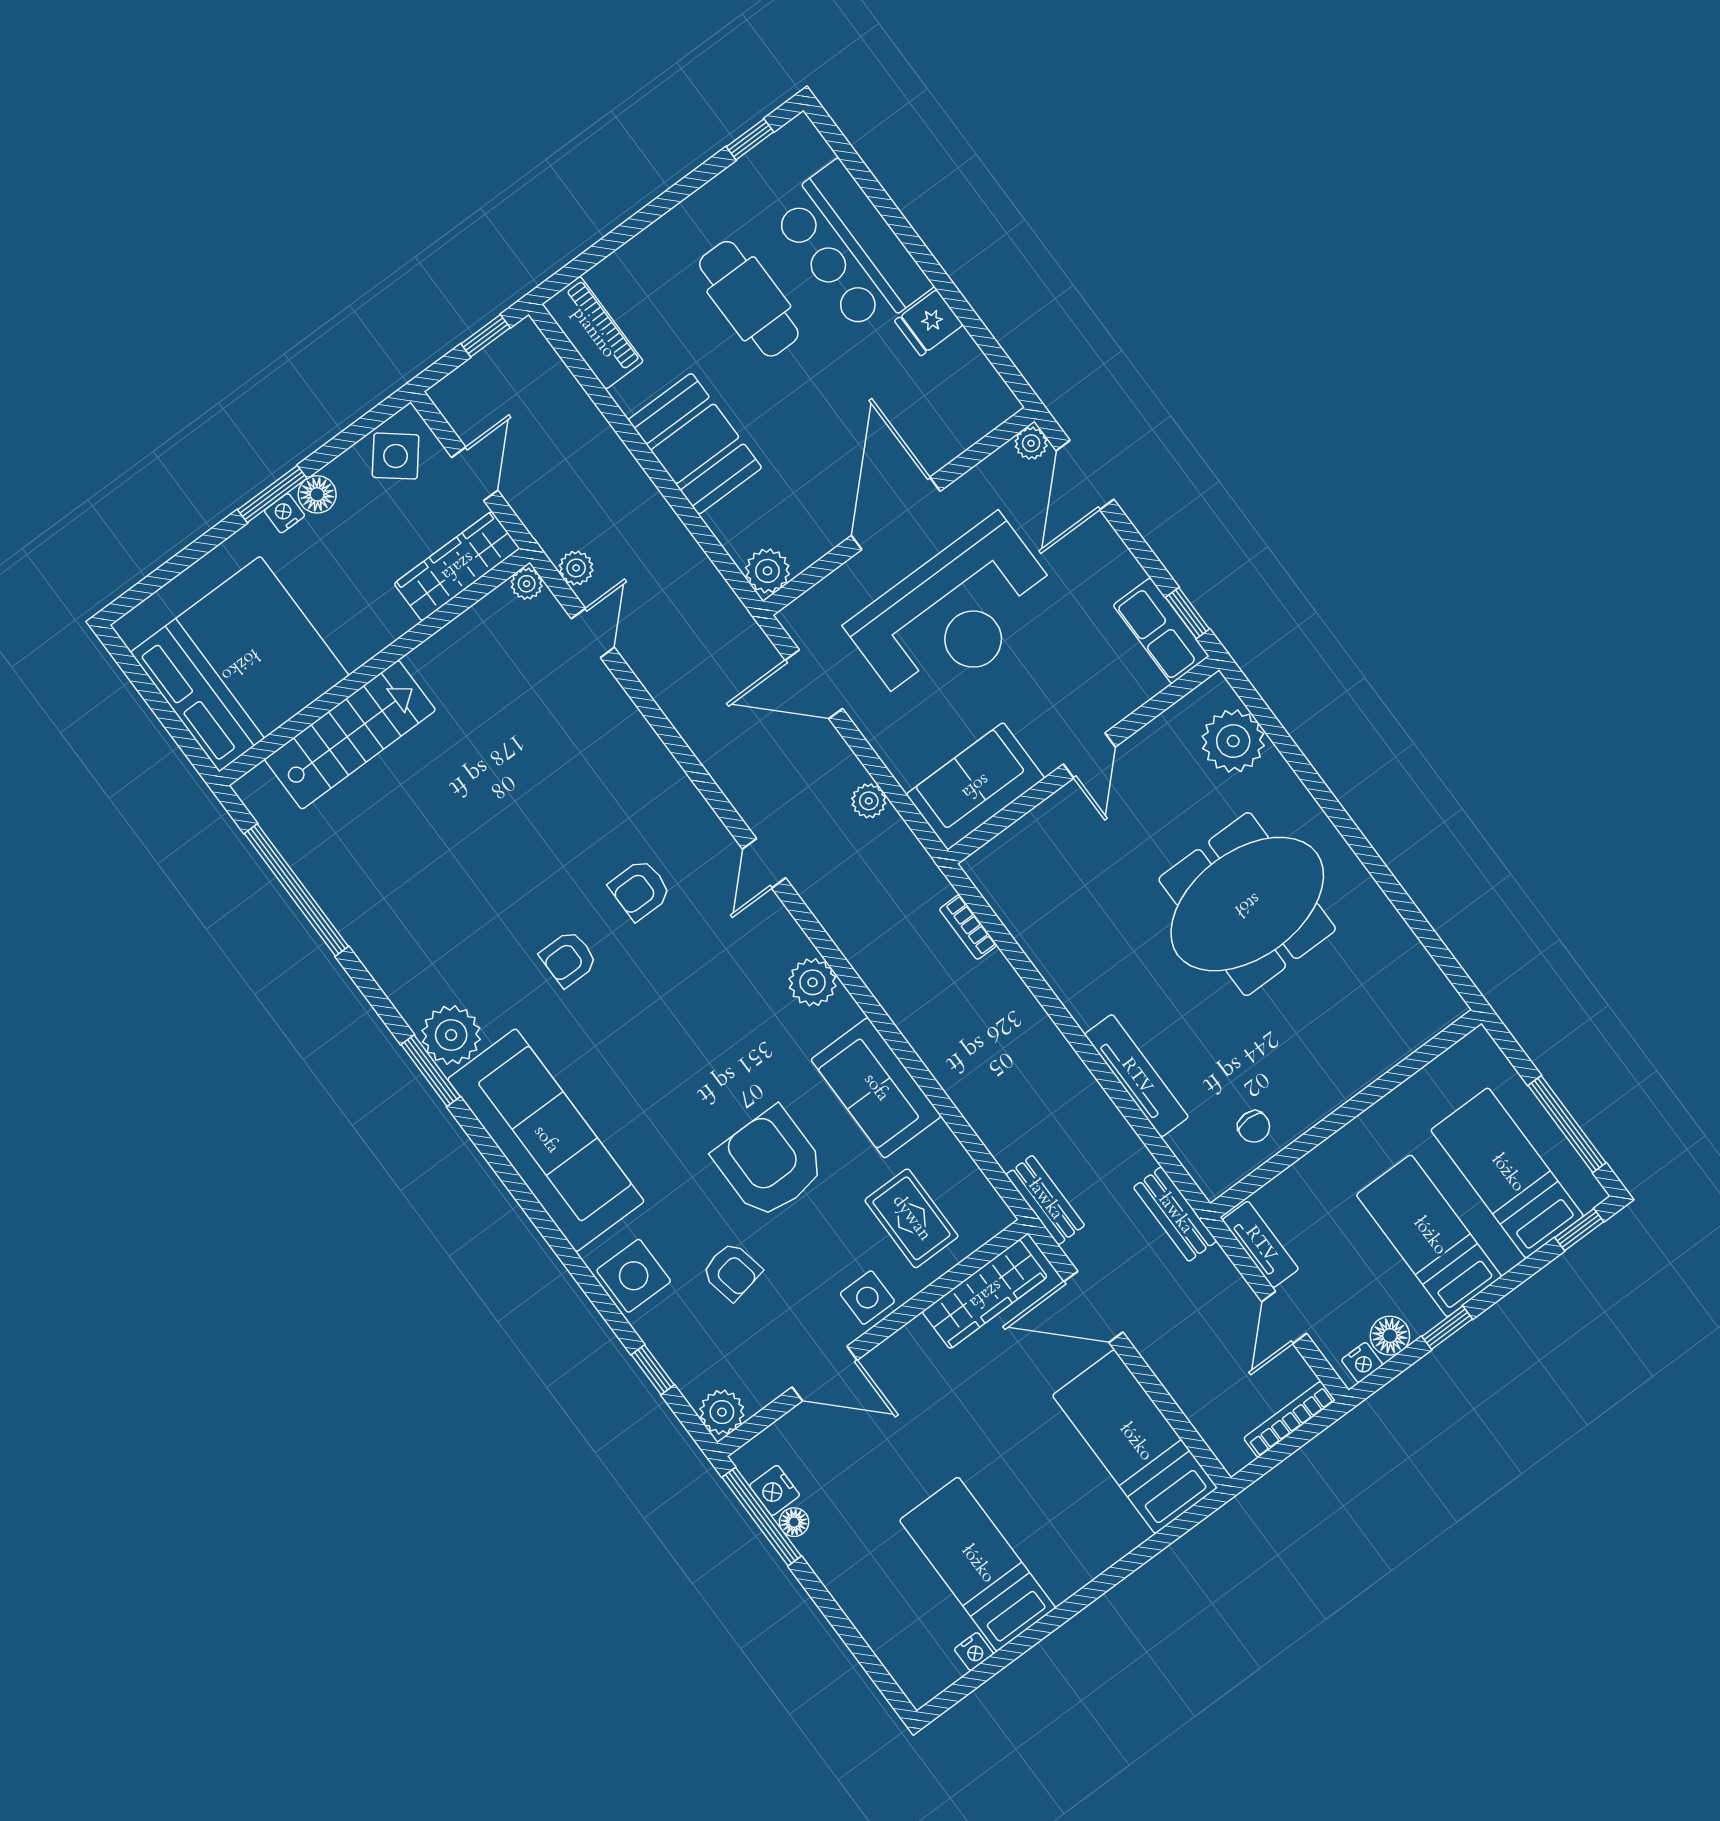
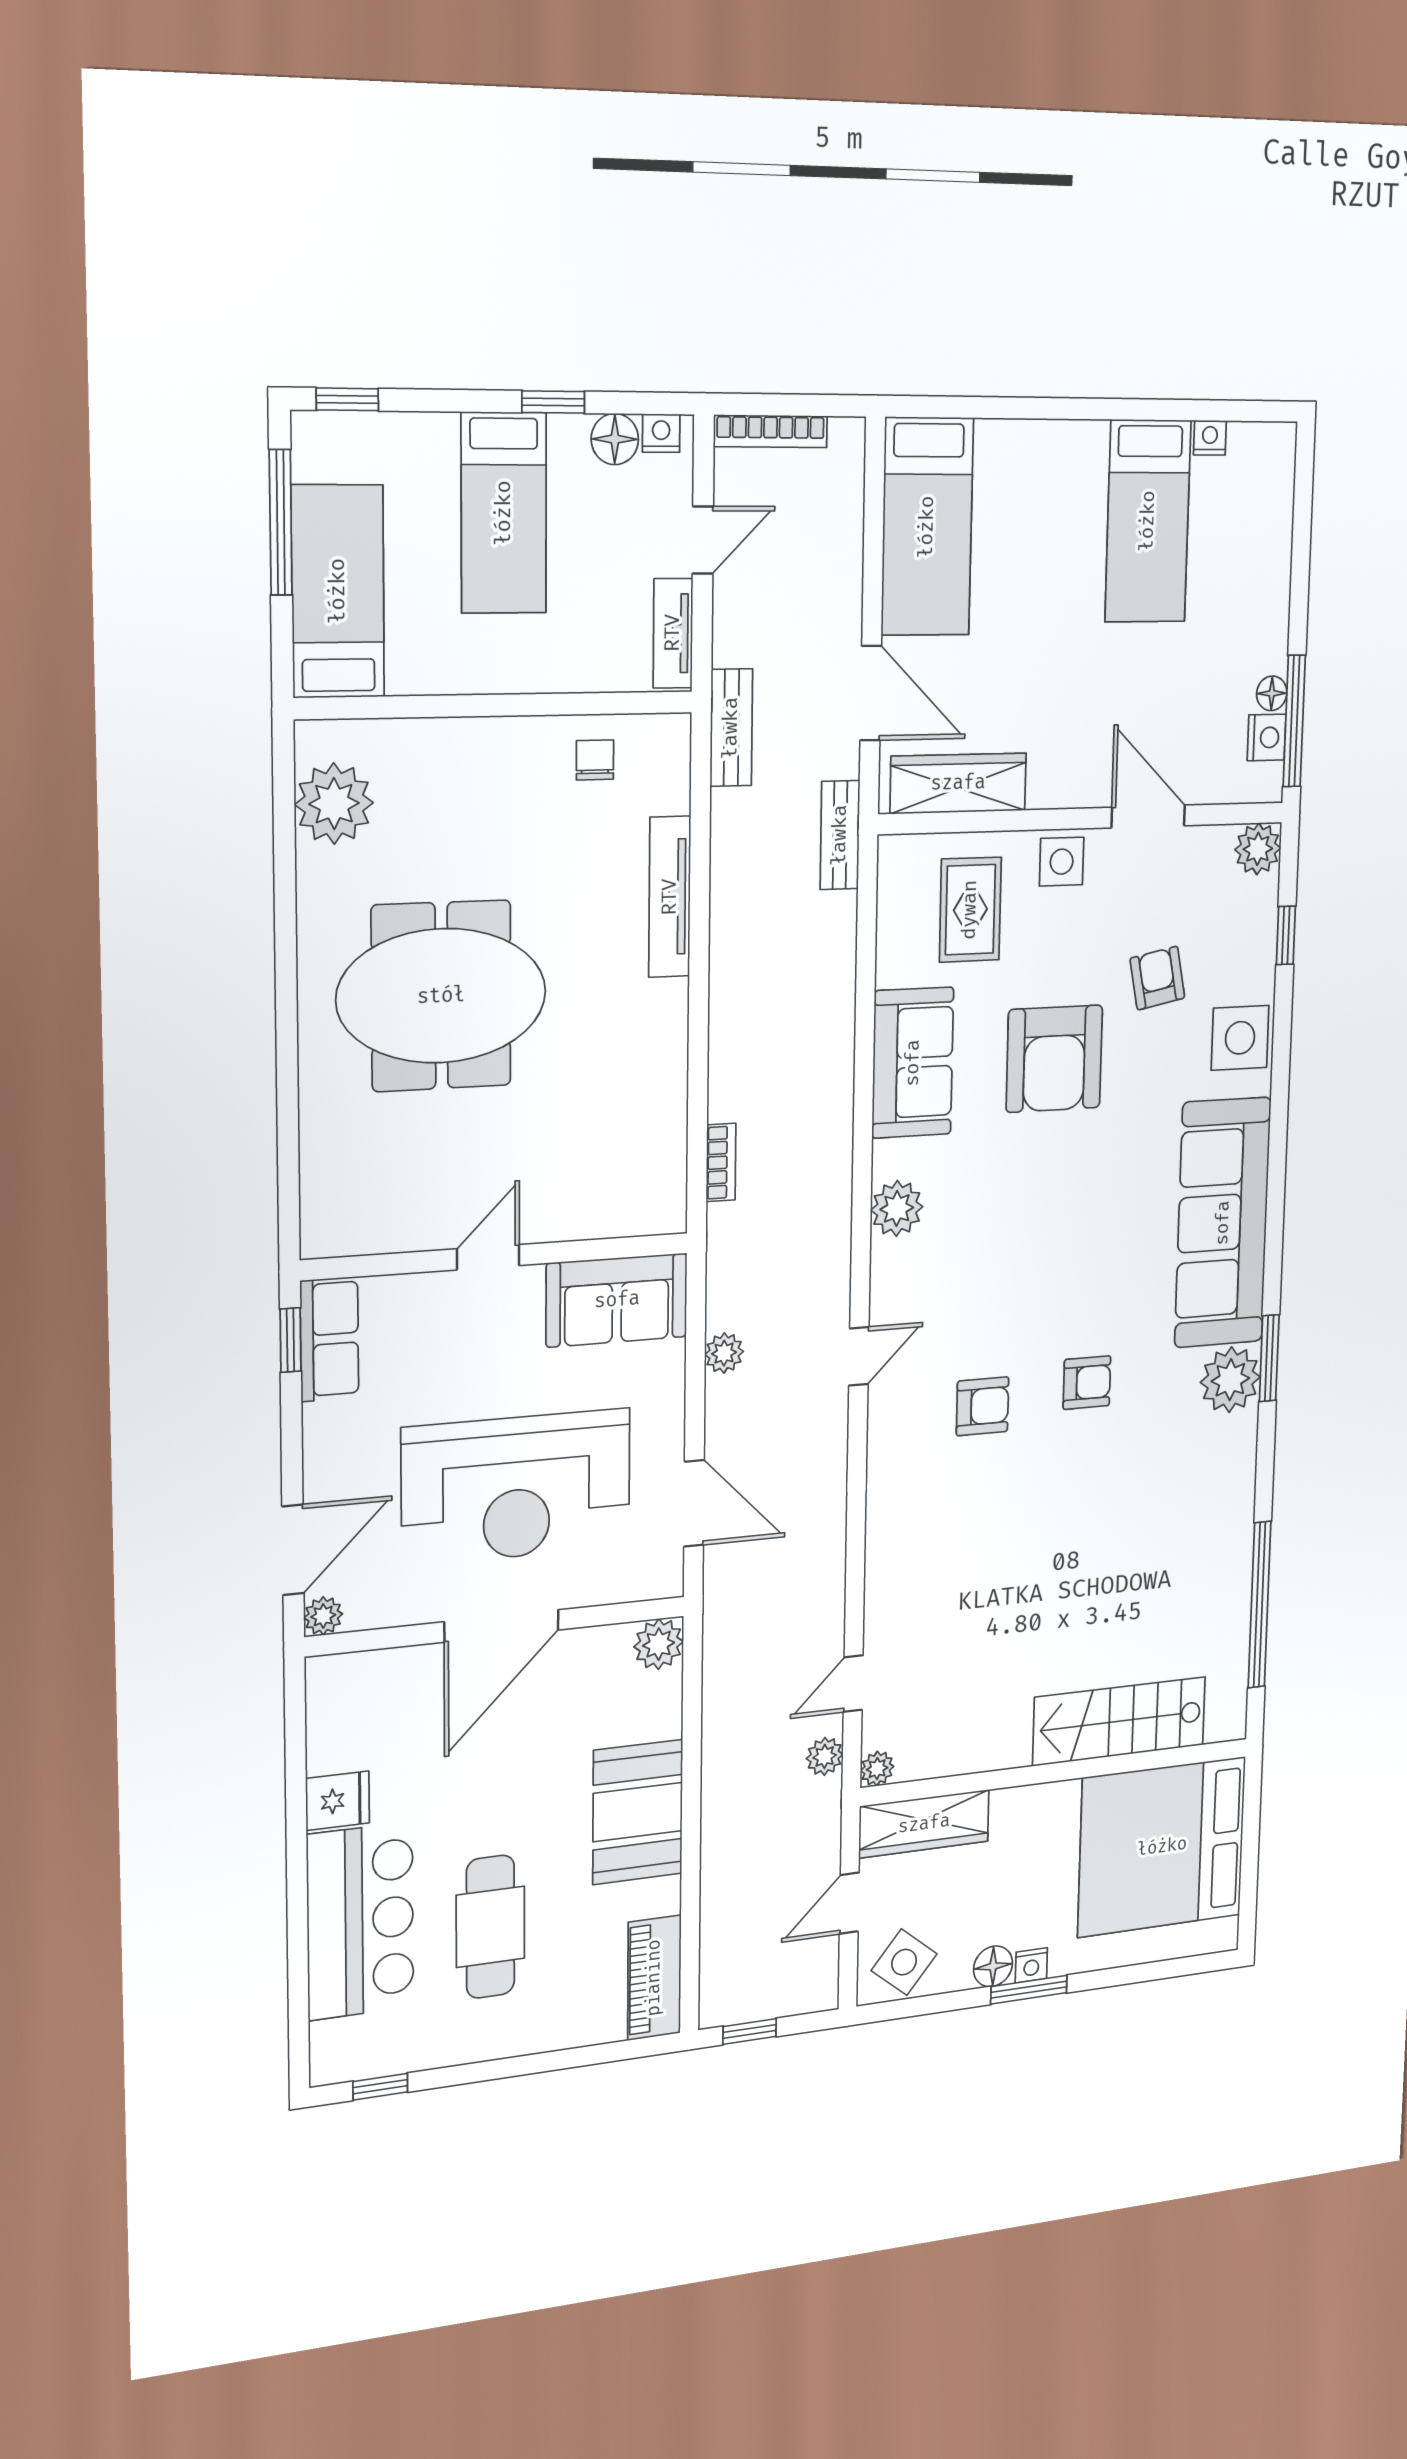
reception desk: (955, 615) -> (516, 1487), turned 180
plant: (1233, 741) -> (334, 804), moved
bed: (1507, 1173) -> (338, 591), moved, turned 180

